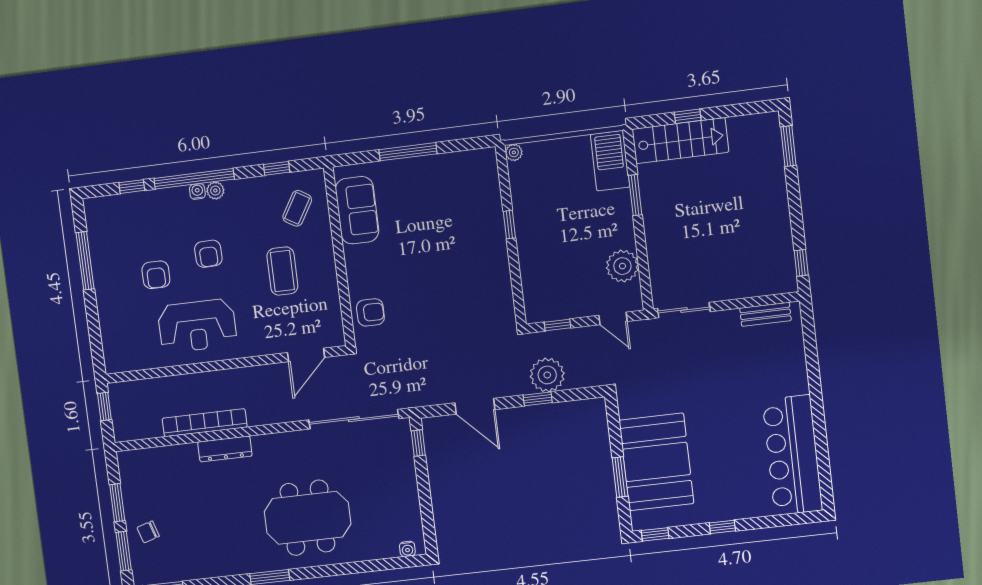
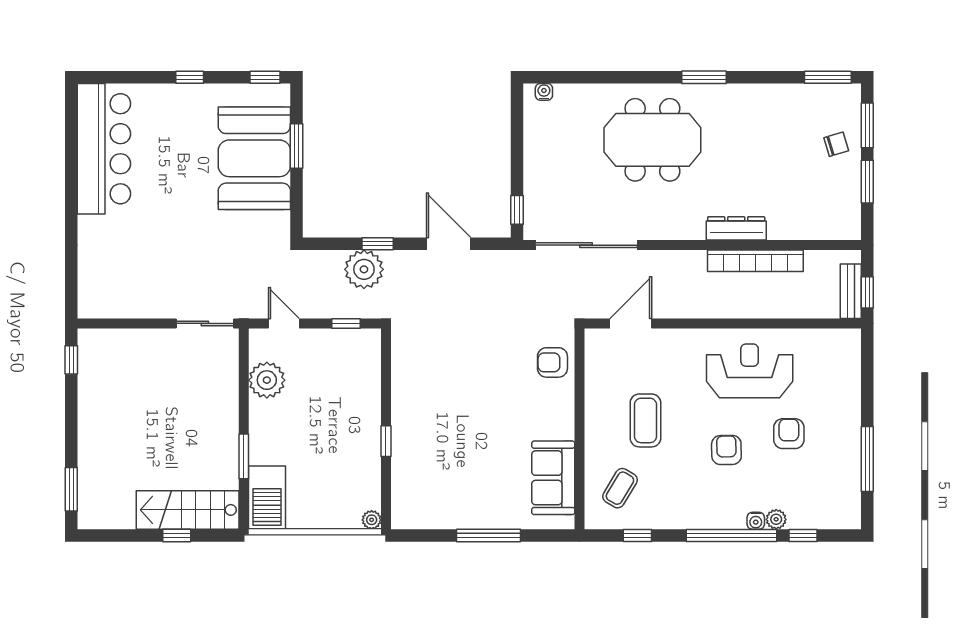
water cooler: (197, 191) -> (756, 521), moved
plant: (215, 191) -> (776, 519), moved
bench: (765, 314) -> (851, 291), moved, turned 90

